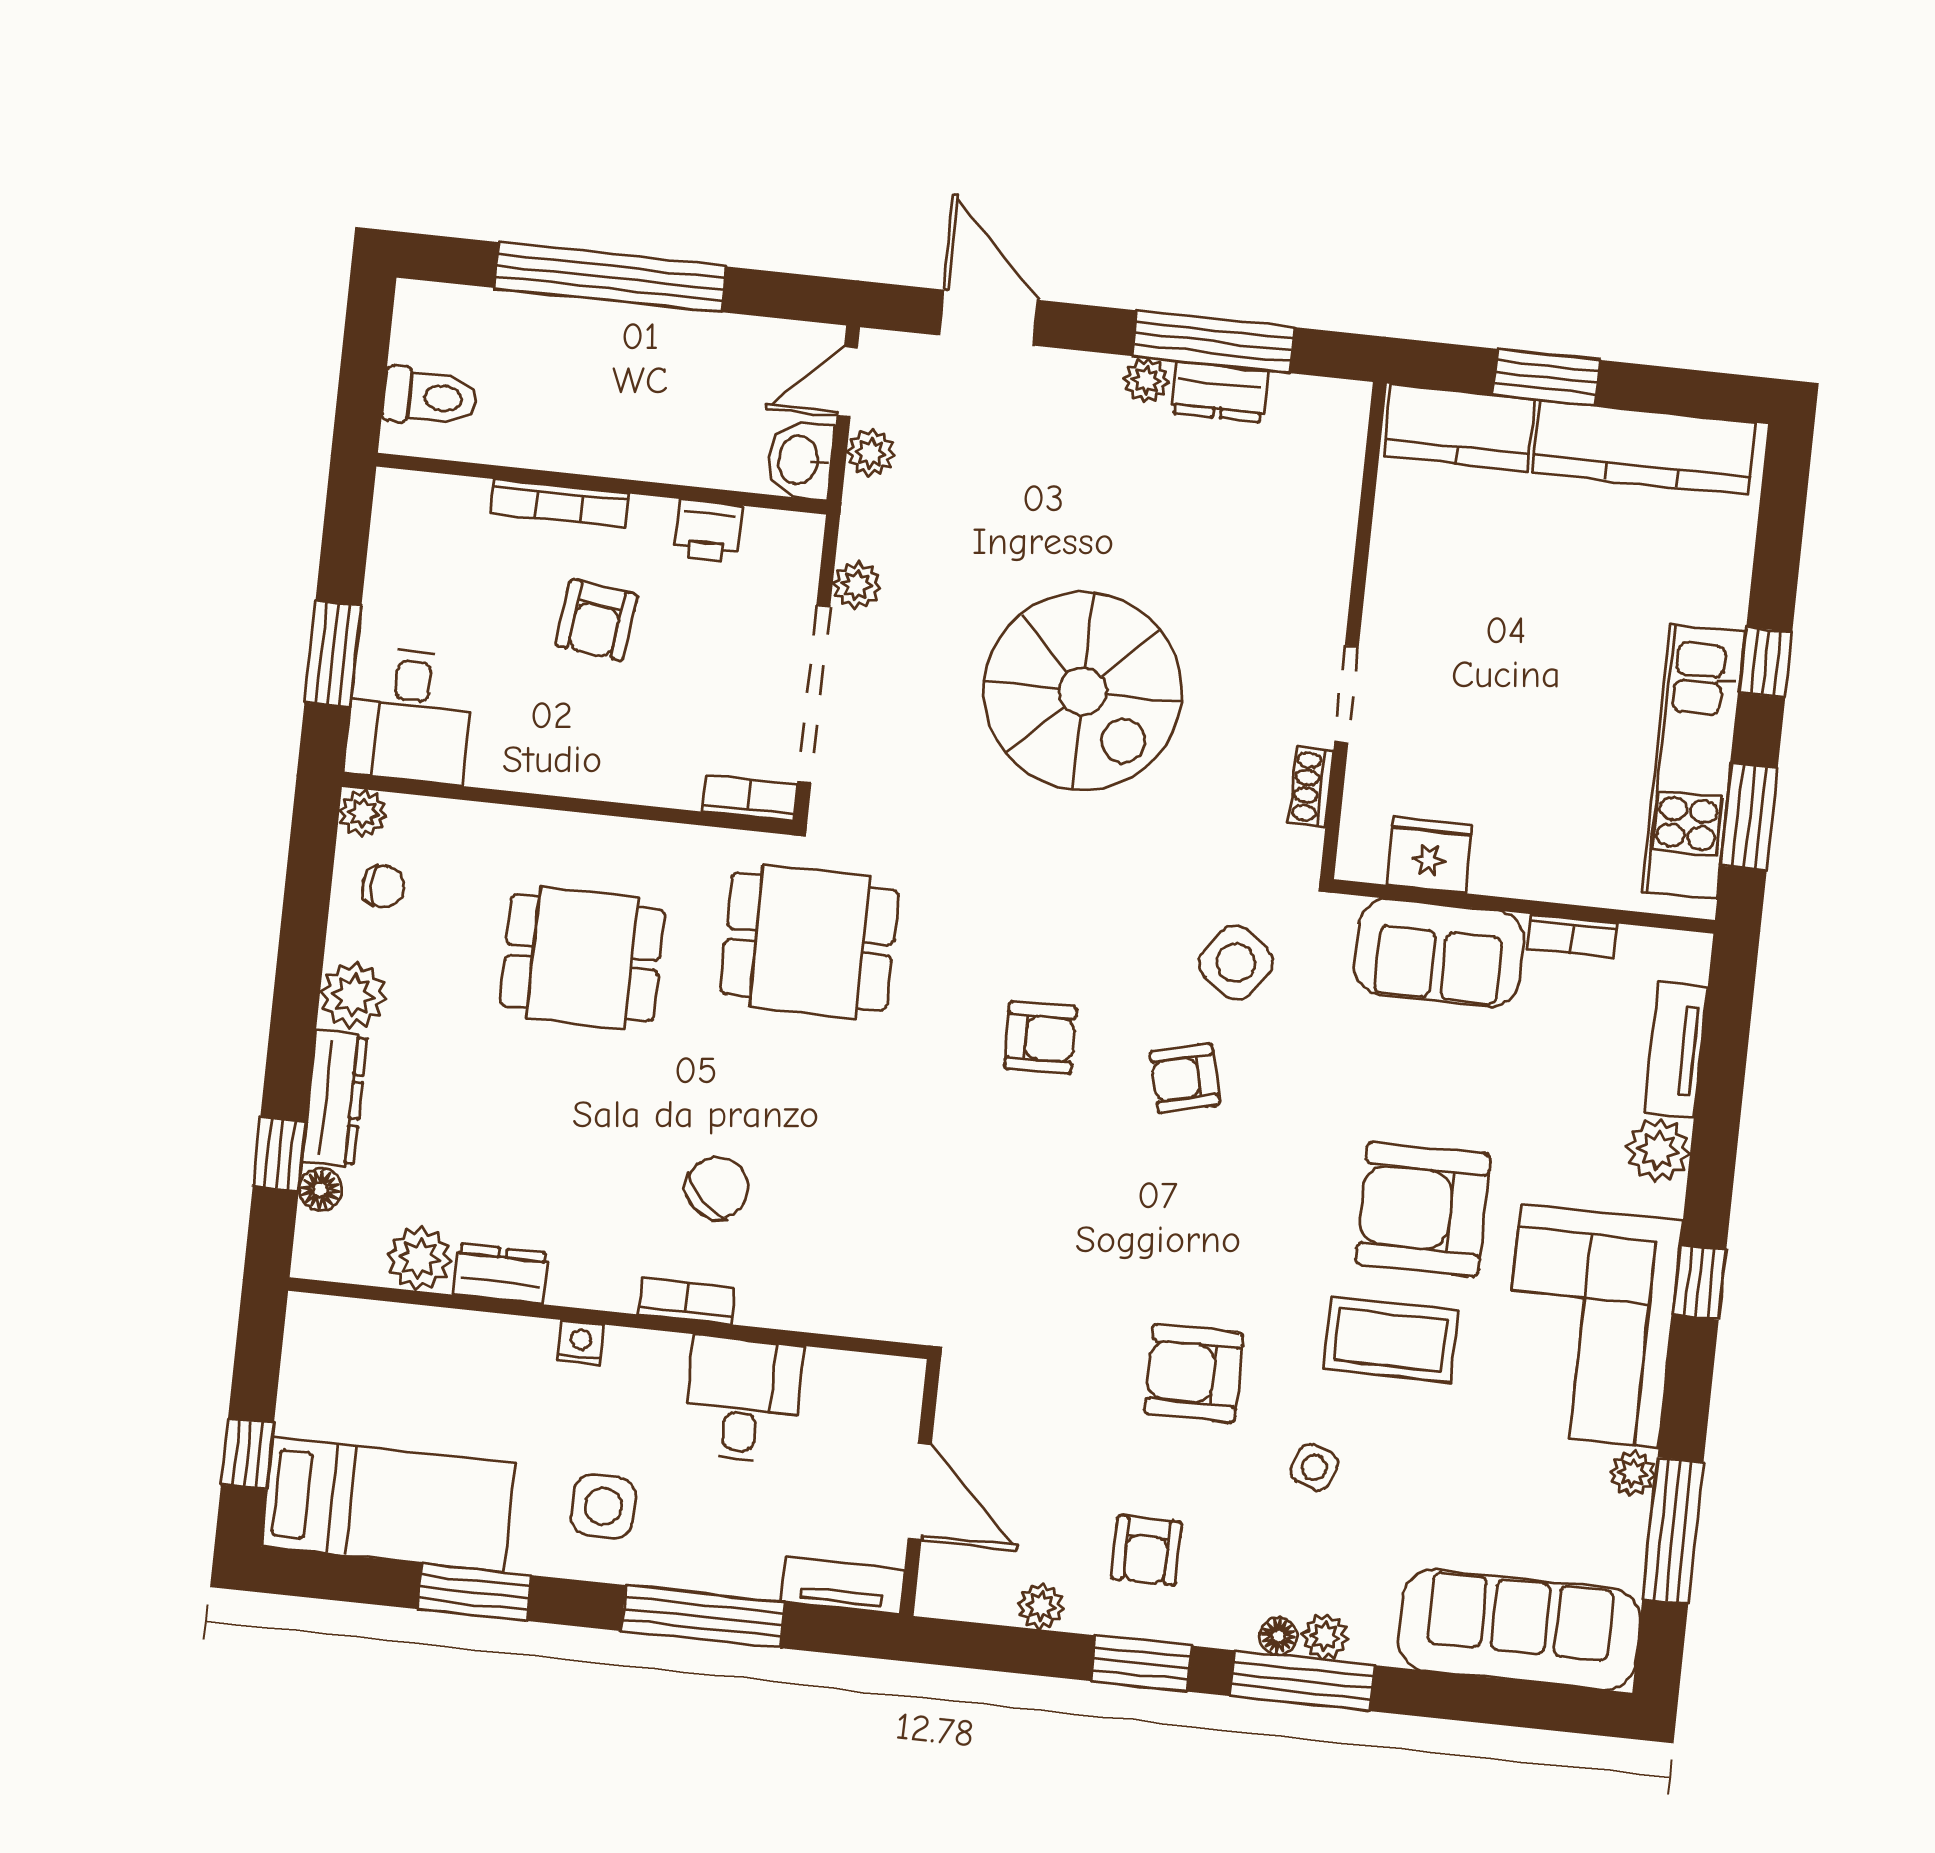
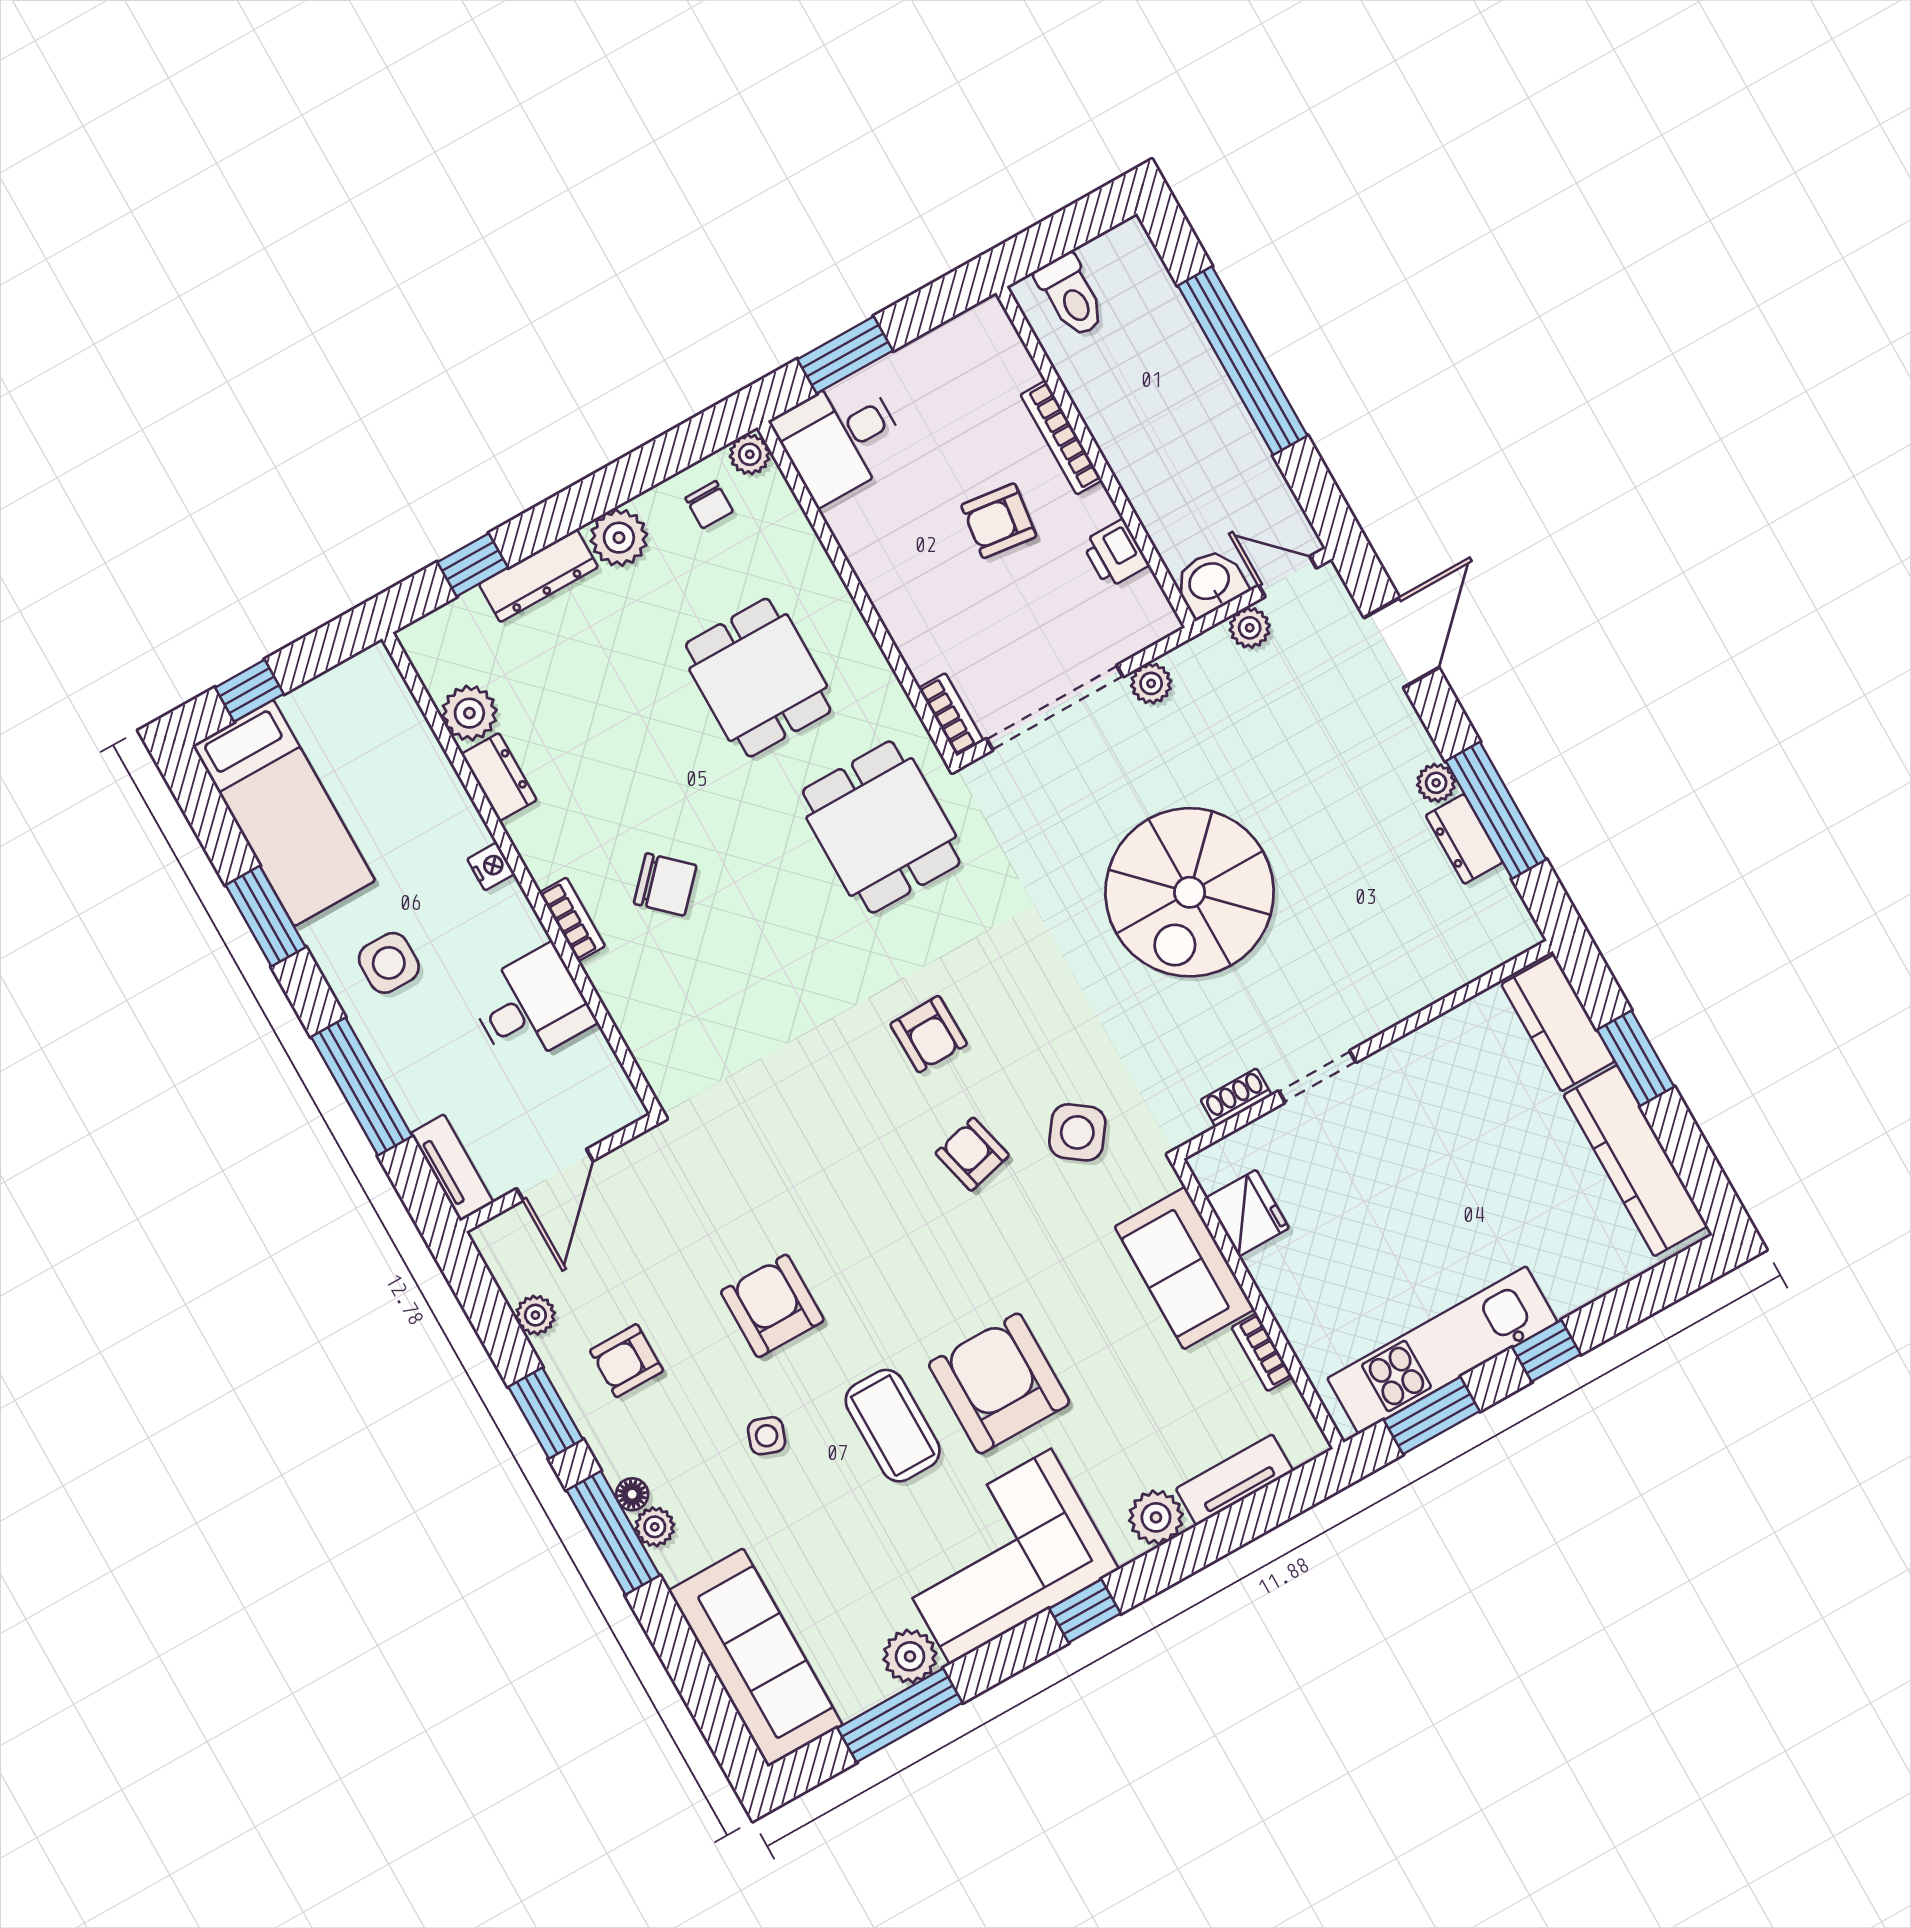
floor lamp: (320, 1190) -> (468, 611), removed
plant: (1633, 1473) -> (910, 1656), width x1.38, depth x1.38

